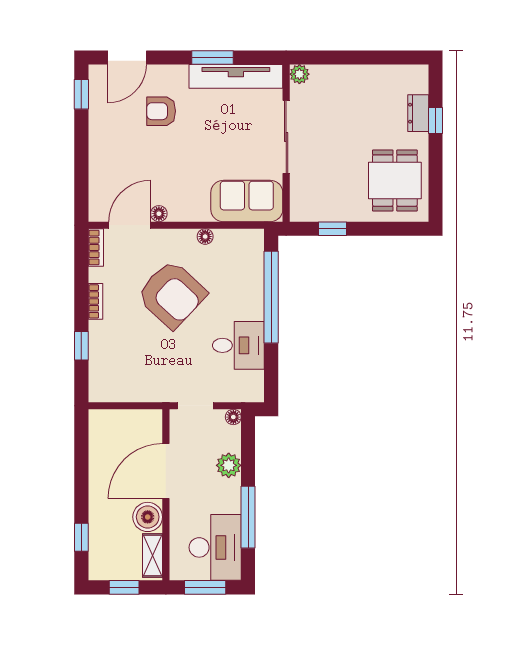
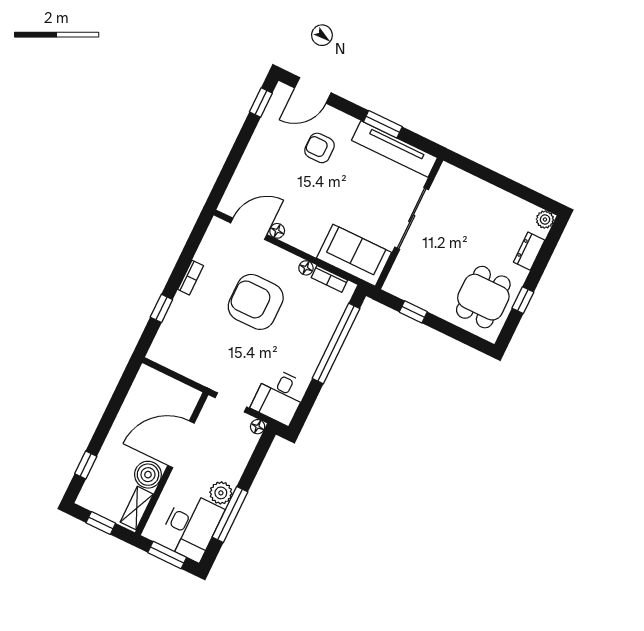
plant: (299, 74) -> (545, 220), moved
window: (435, 120) -> (523, 300), moved
bookcase: (96, 247) -> (329, 279), moved, turned 90
armchair: (172, 294) -> (256, 302), turned 137
desk: (238, 345) -> (279, 396), moved, turned 90
plant: (229, 465) -> (221, 493), moved

